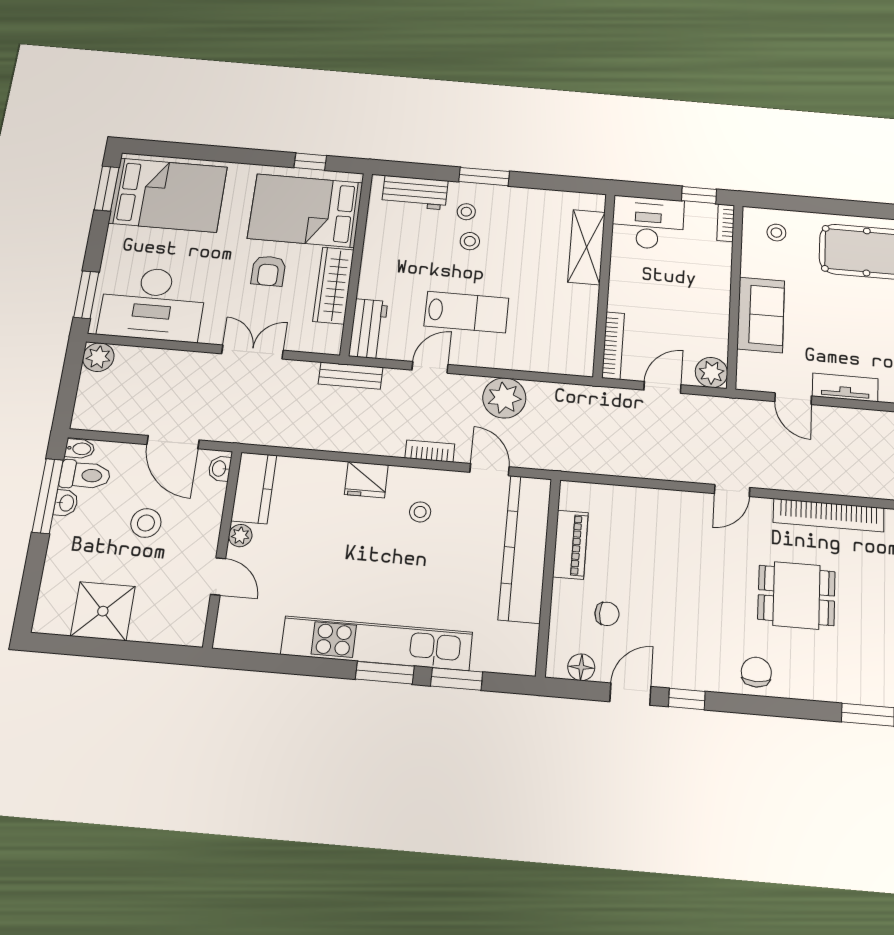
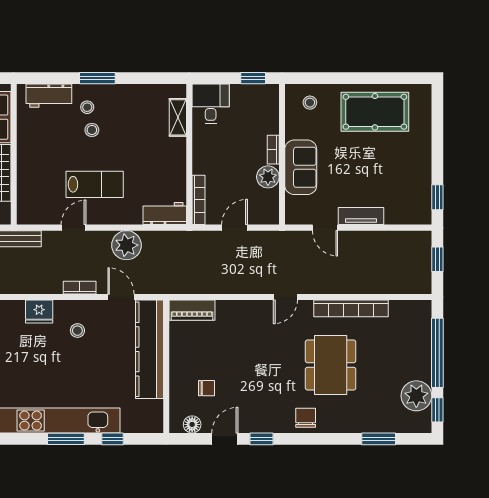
desk: (648, 223) -> (211, 104), width x0.73
bookcase: (726, 223) -> (273, 150), moved
shelving: (587, 247) -> (178, 117), width x0.67, depth x0.75
workbench: (368, 329) -> (165, 214), moved, turned -90
plant: (711, 372) -> (268, 177), moved
piano: (570, 545) -> (192, 310), moved, turned 90
dining table: (796, 595) -> (331, 365), width x1.37
window: (457, 679) -> (112, 439), width x0.67

